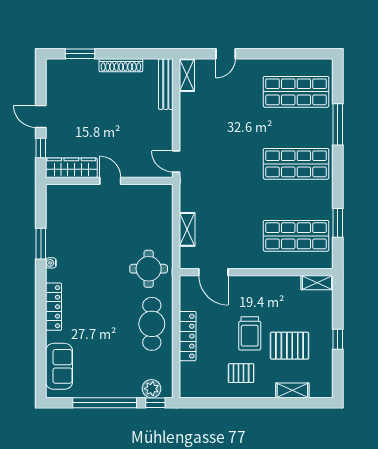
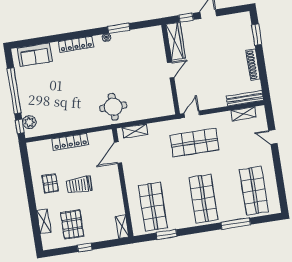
shelving: (187, 75) -> (244, 114), moved
shop shelf: (216, 164) -> (194, 143), added
shelving: (187, 229) -> (135, 131), moved
cafe table: (152, 324) -> (75, 115), removed
pallet: (290, 346) -> (72, 224), moved

